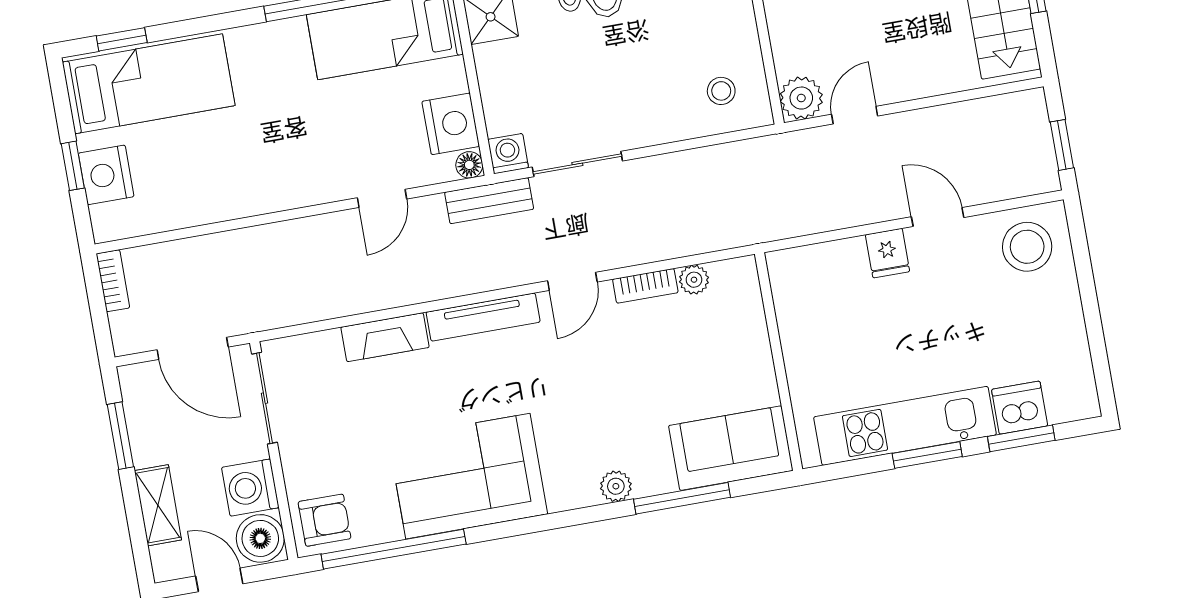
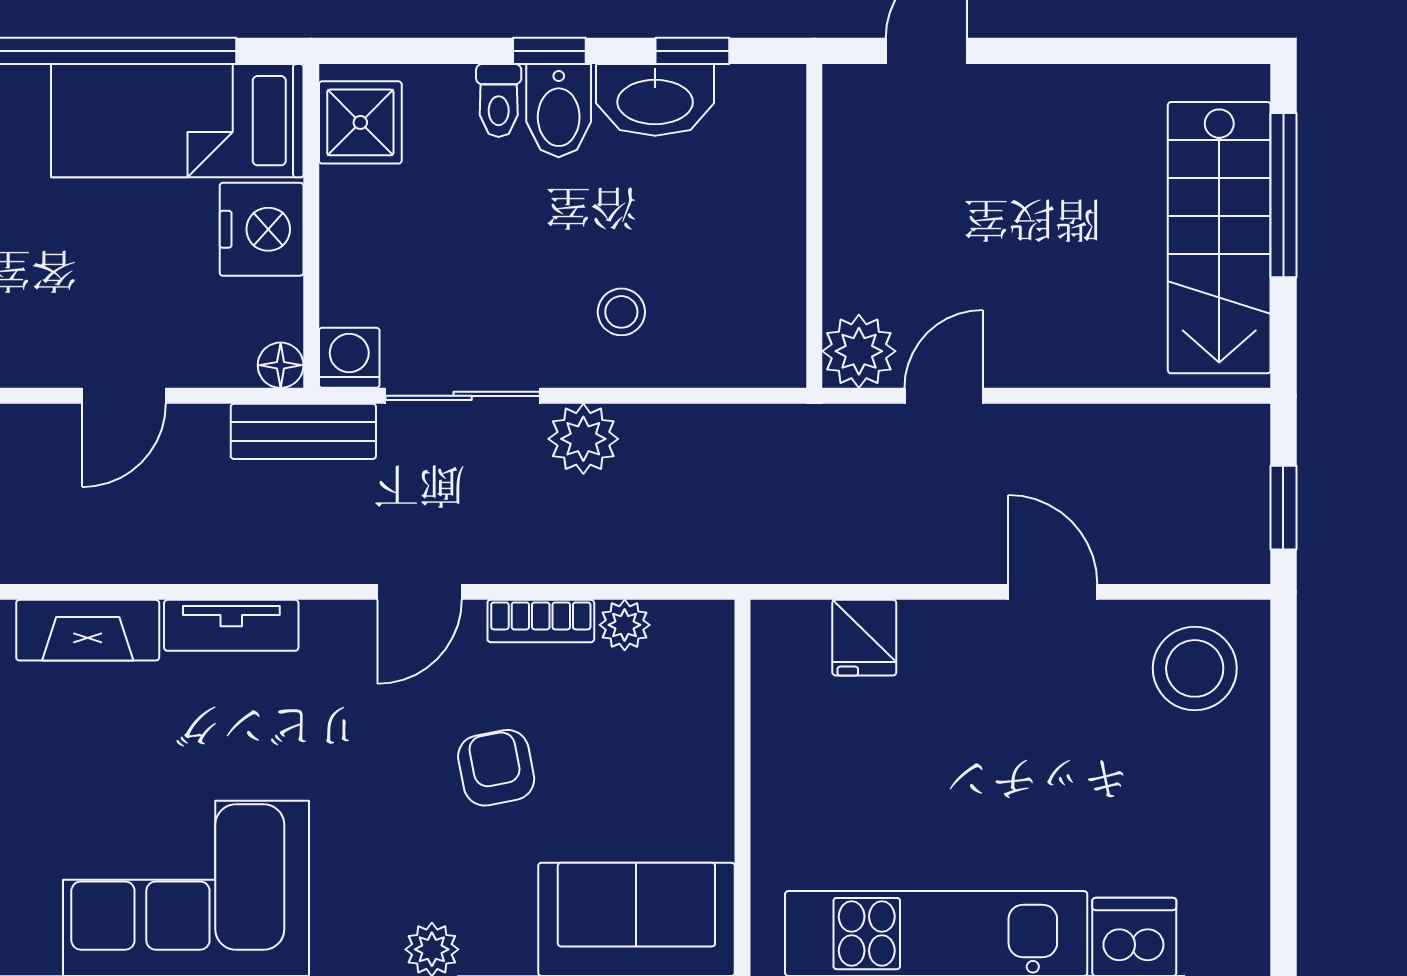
stool: (721, 91) -> (621, 312), moved
nightstand: (451, 124) -> (262, 229), moved
plant: (651, 176) -> (583, 439), added
fridge: (888, 253) -> (864, 638), moved
tv unit: (483, 317) -> (231, 625), width x0.71
armchair: (634, 375) -> (496, 768), added

